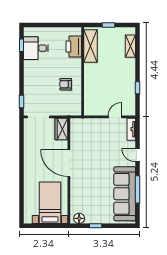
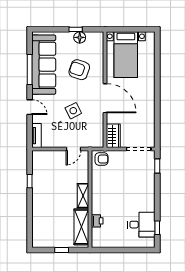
printer: (74, 46) -> (97, 221), width x0.53, depth x0.68
shelving: (130, 46) -> (83, 196), moved
armchair: (66, 84) -> (101, 159), moved
door: (115, 117) -> (74, 149), moved
side table: (98, 152) -> (73, 111), added
armchair: (92, 189) -> (79, 70), added
floor lamp: (79, 218) -> (80, 37), moved

